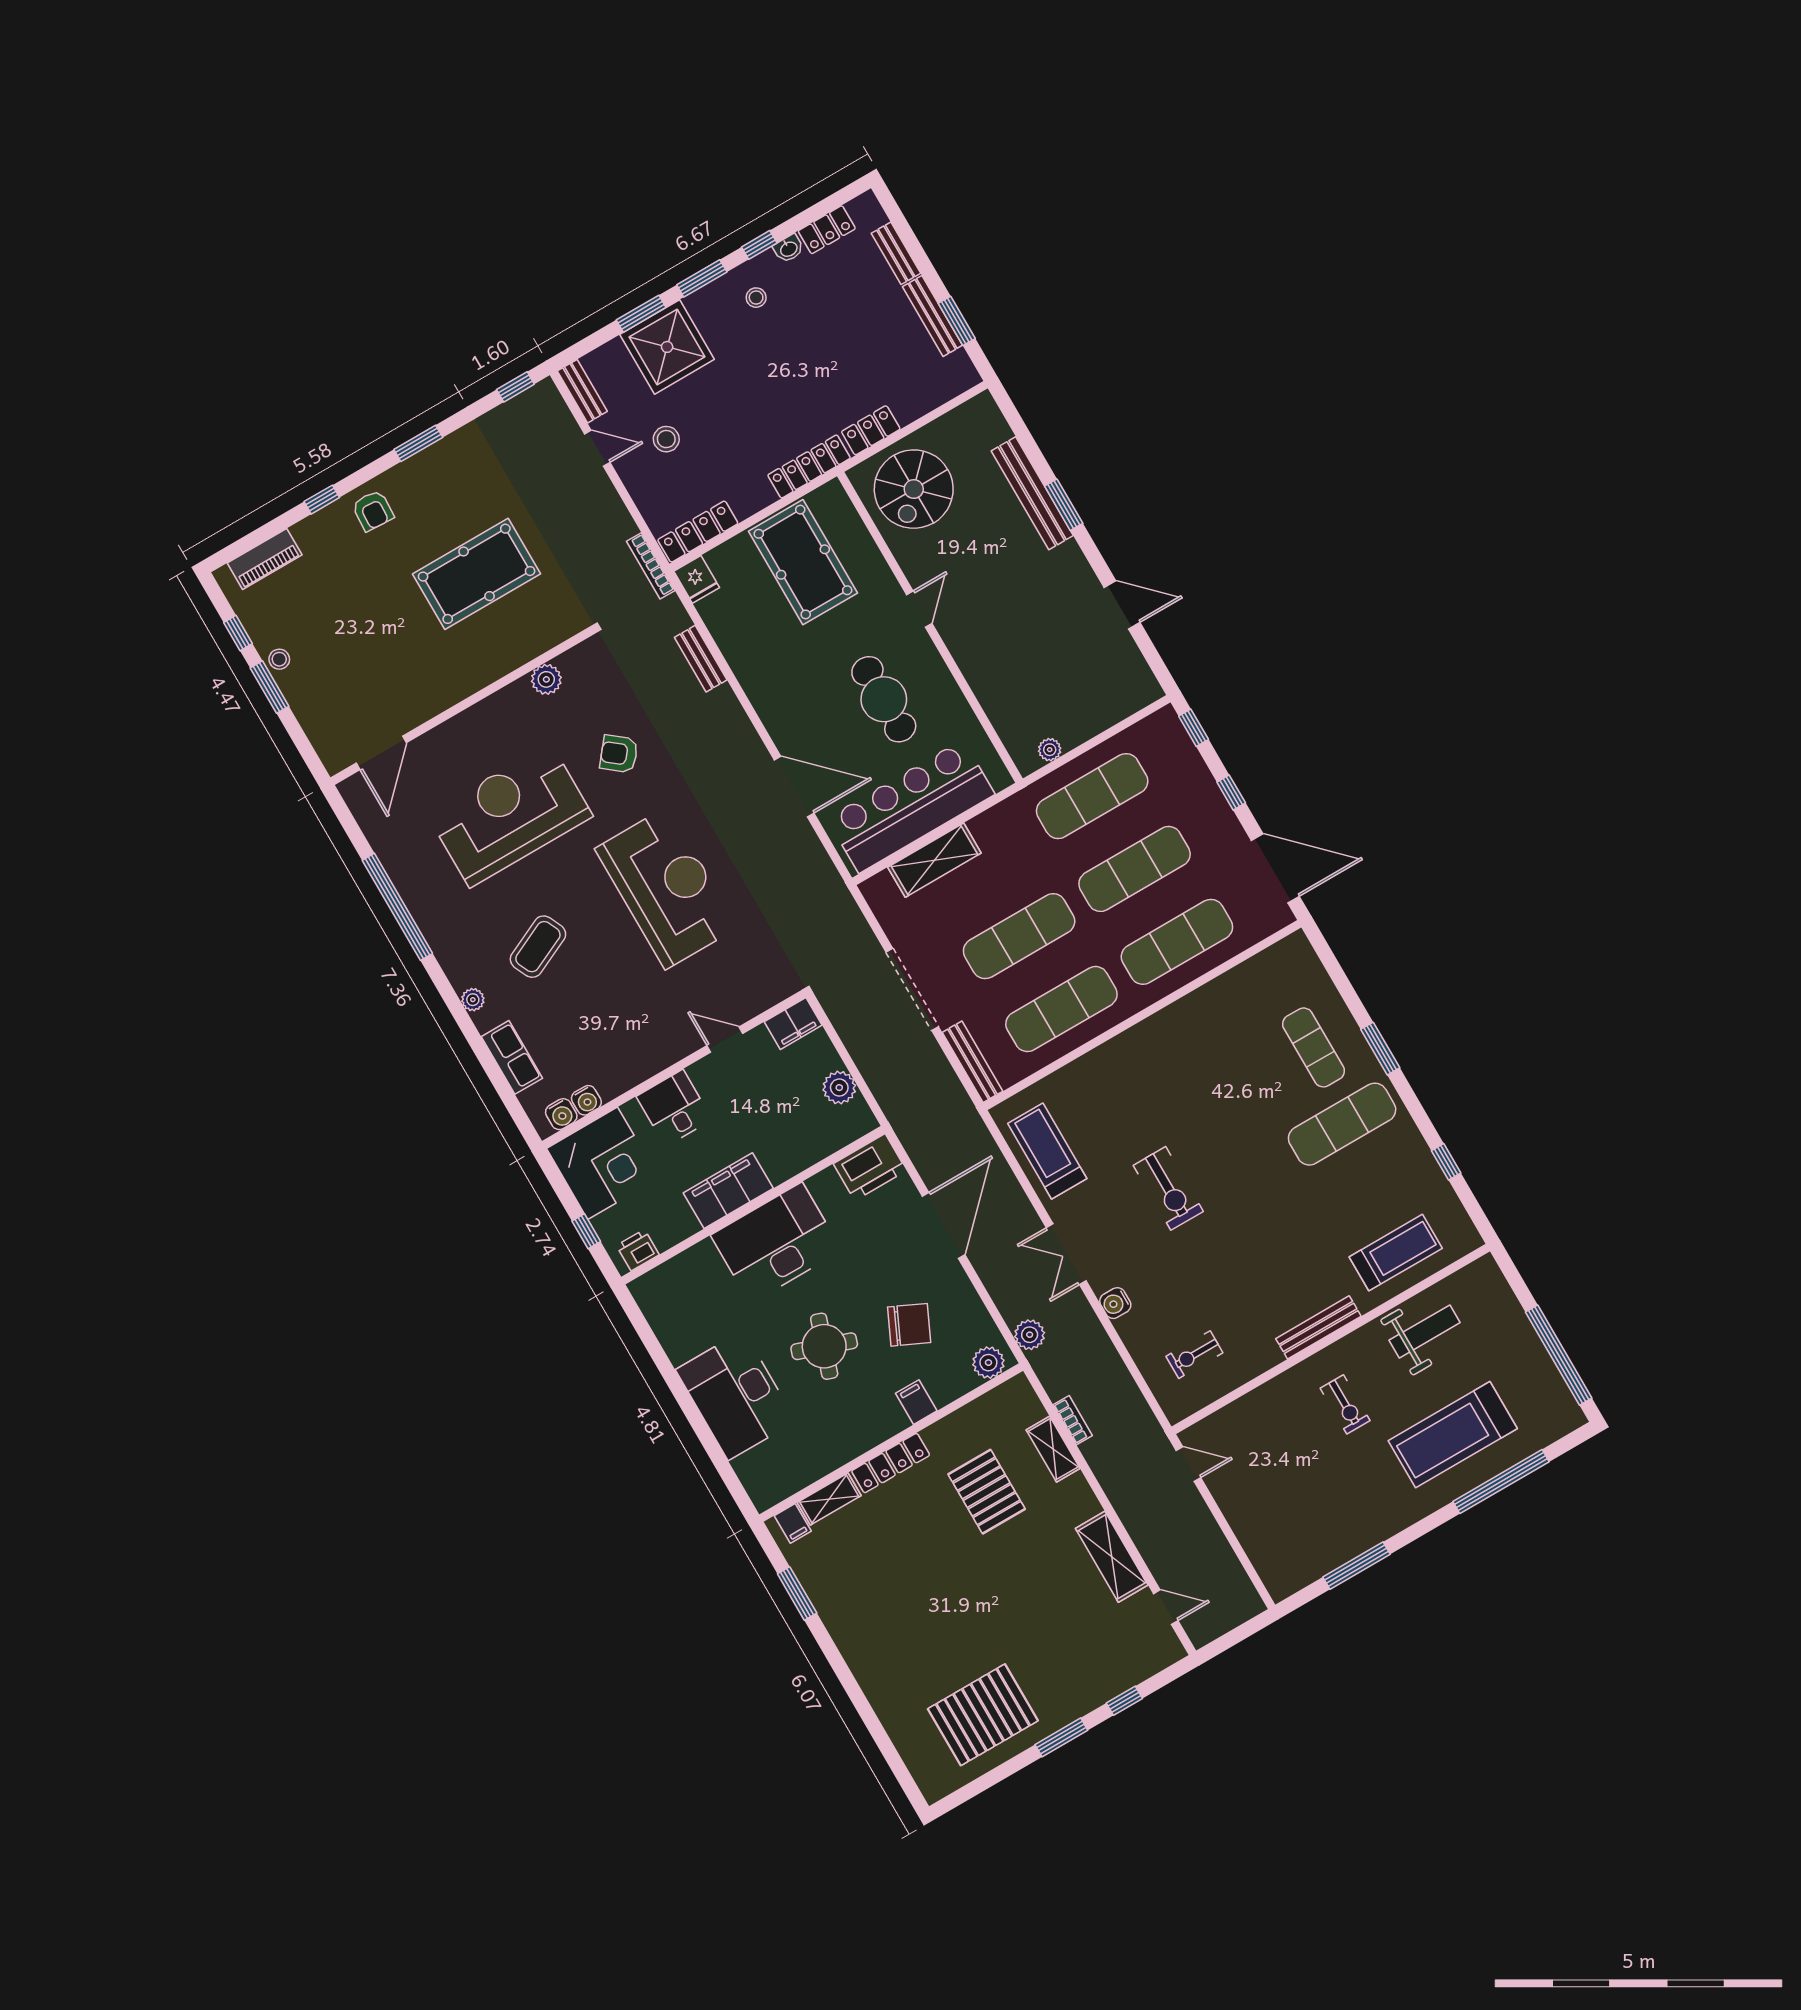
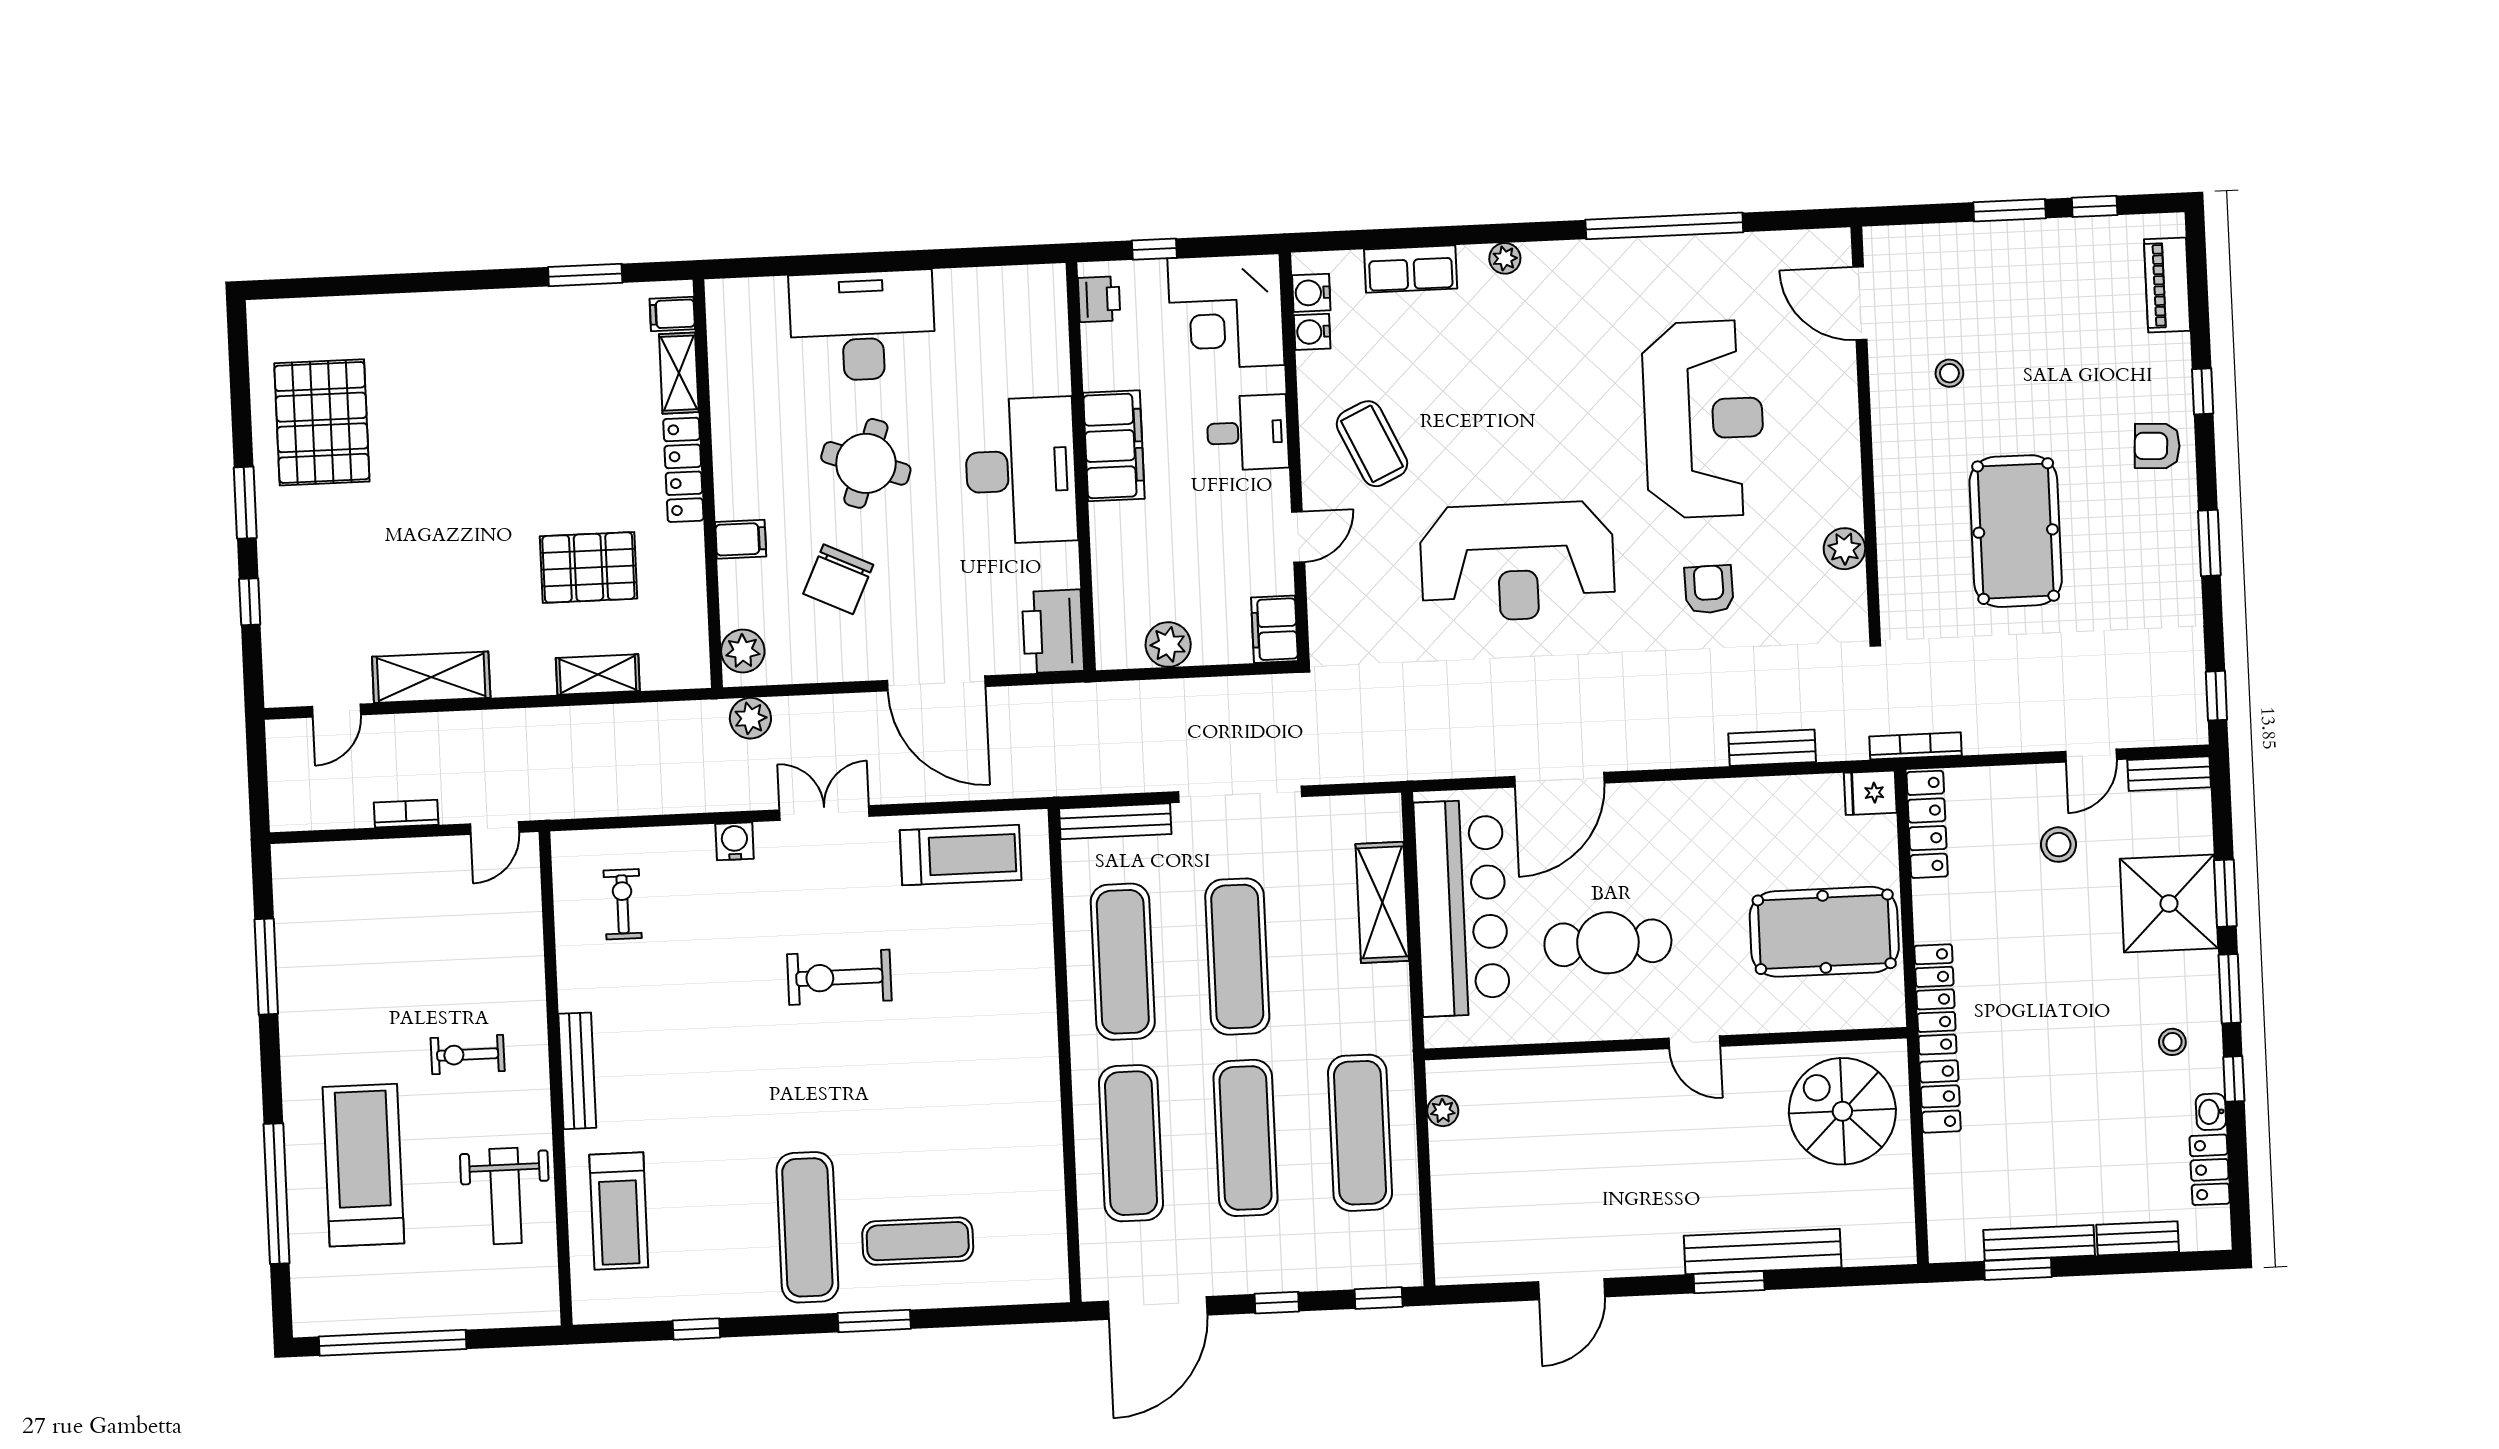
stool: (279, 659) -> (1949, 373), moved
armchair: (619, 754) -> (1709, 589), turned -40
coffee table: (538, 947) -> (1372, 444), moved
bookcase: (1073, 1420) -> (406, 814), moved, turned 180

